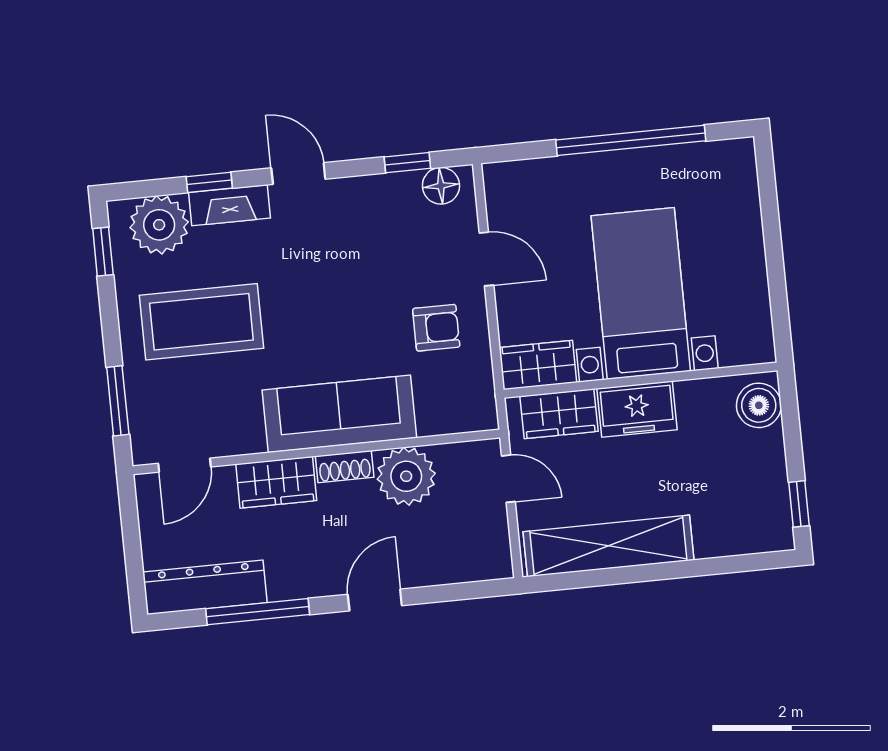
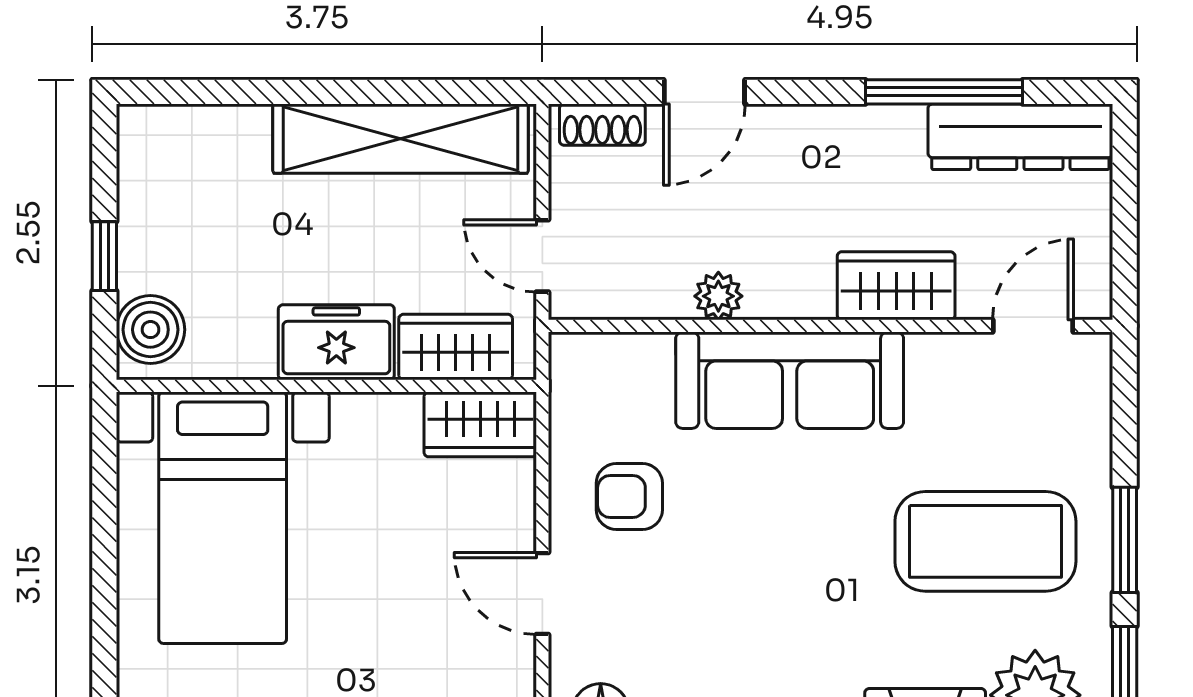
bed with nightstands: (641, 293) -> (223, 518), moved
window: (118, 401) -> (1125, 540), moved
shoe rack: (345, 467) -> (602, 125), moved, turned 180
plant: (406, 476) -> (718, 296), width x0.53, depth x0.53
window: (799, 504) -> (104, 256), moved
door: (375, 600) -> (704, 92), moved

